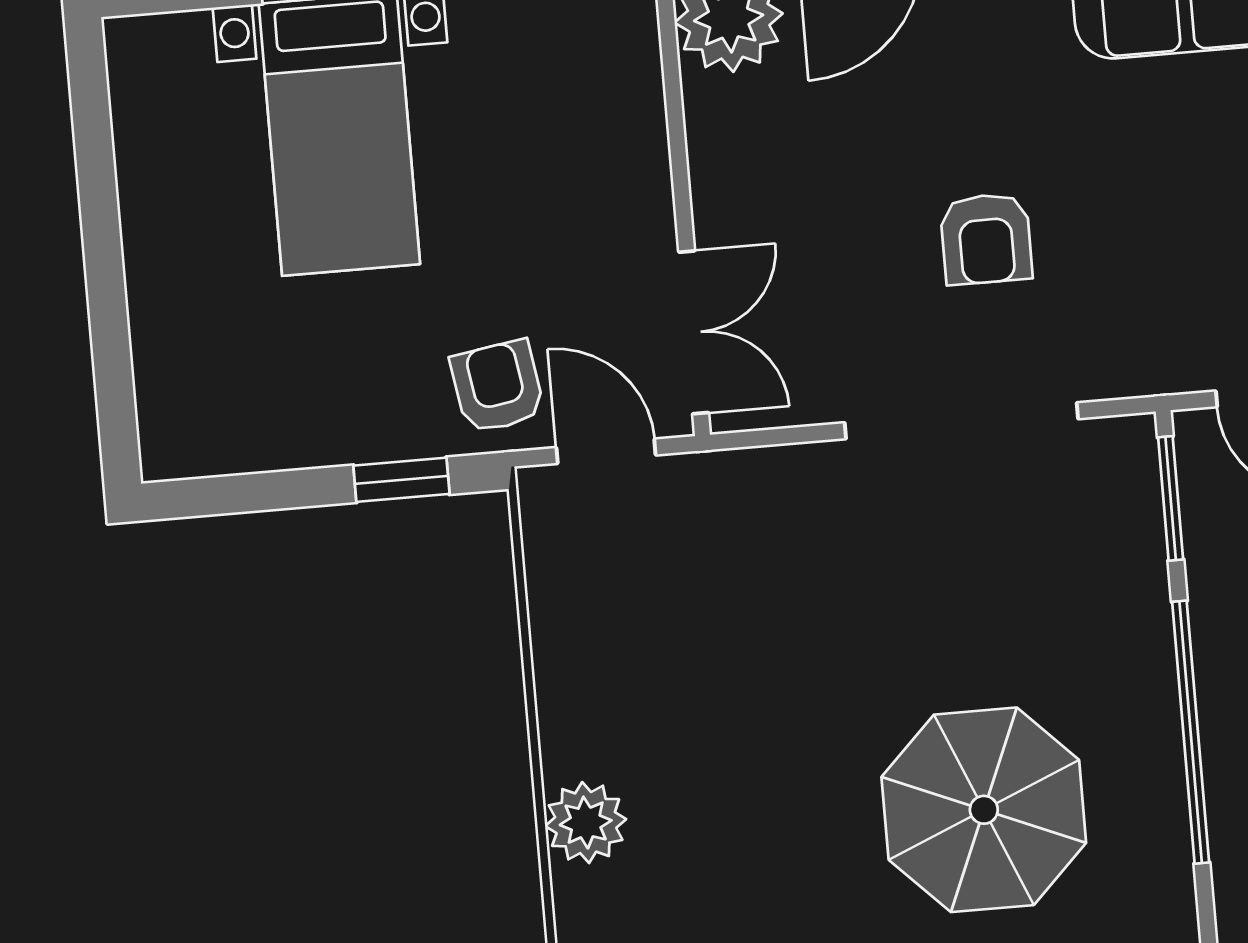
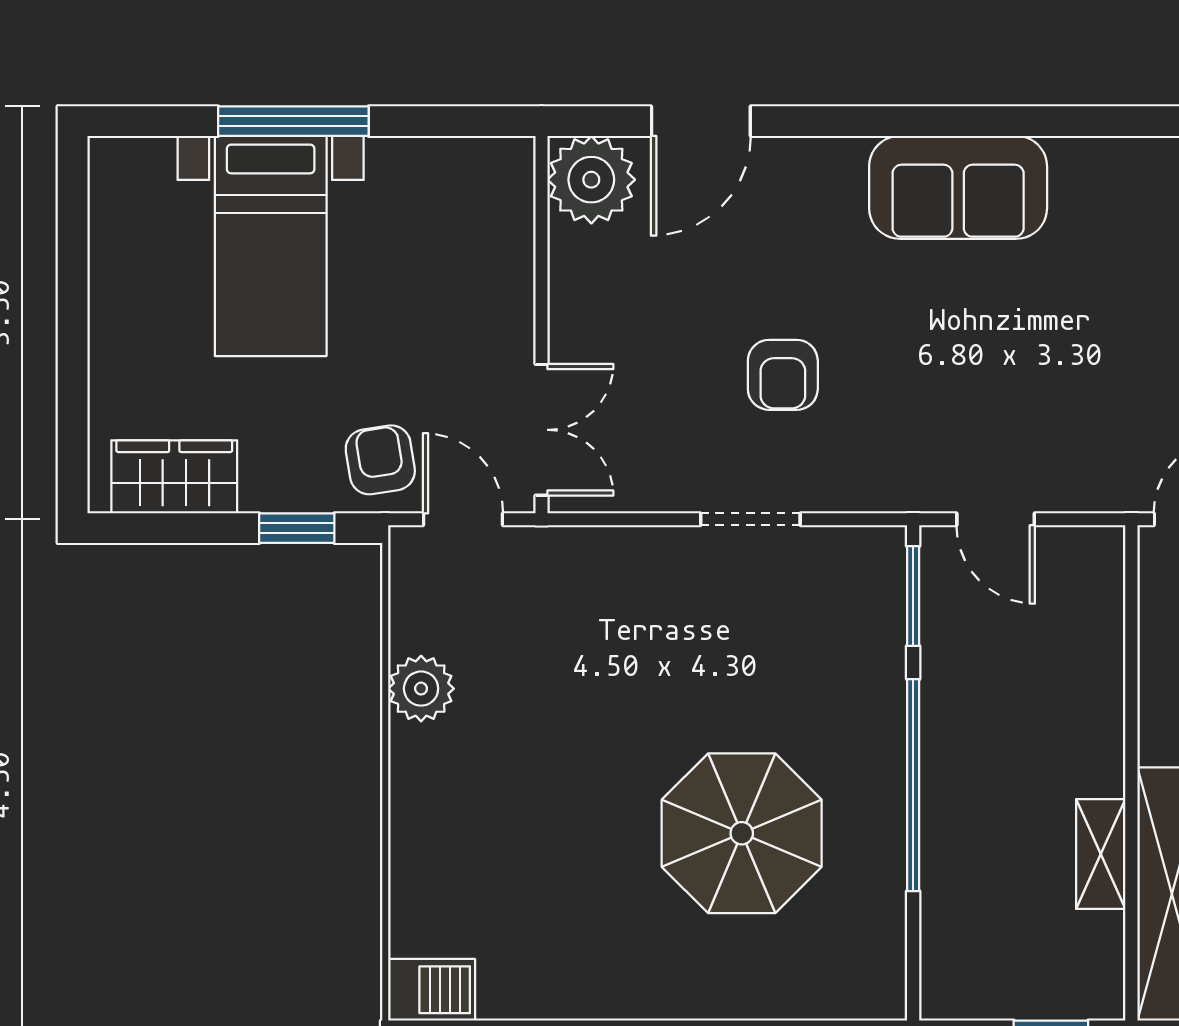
doorway: (961, 421) -> (750, 519), width x0.53
wardrobe: (245, 429) -> (174, 477), added
plant: (586, 823) -> (421, 689), moved

